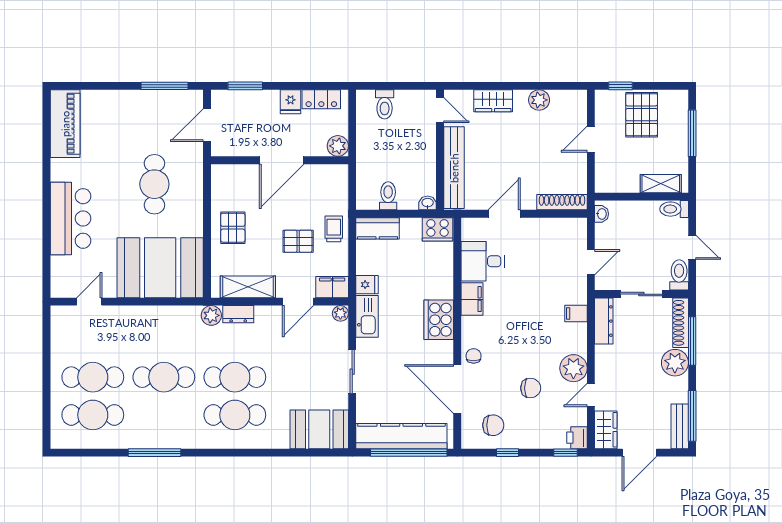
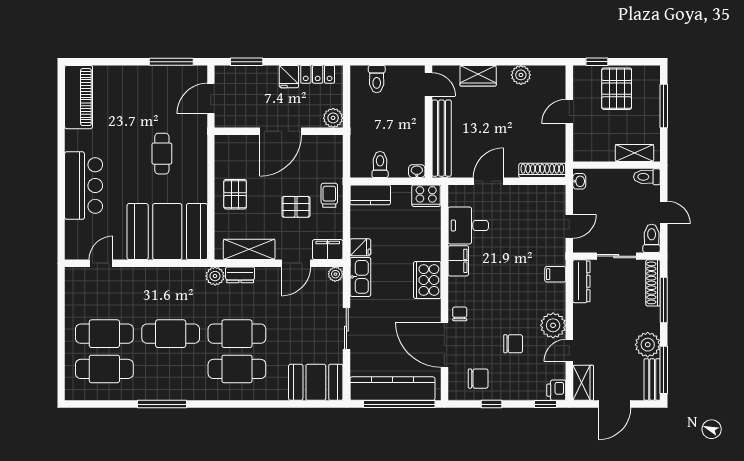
cafe table: (154, 184) -> (162, 154), width x0.73, depth x0.74
plant: (675, 363) -> (648, 345), moved

